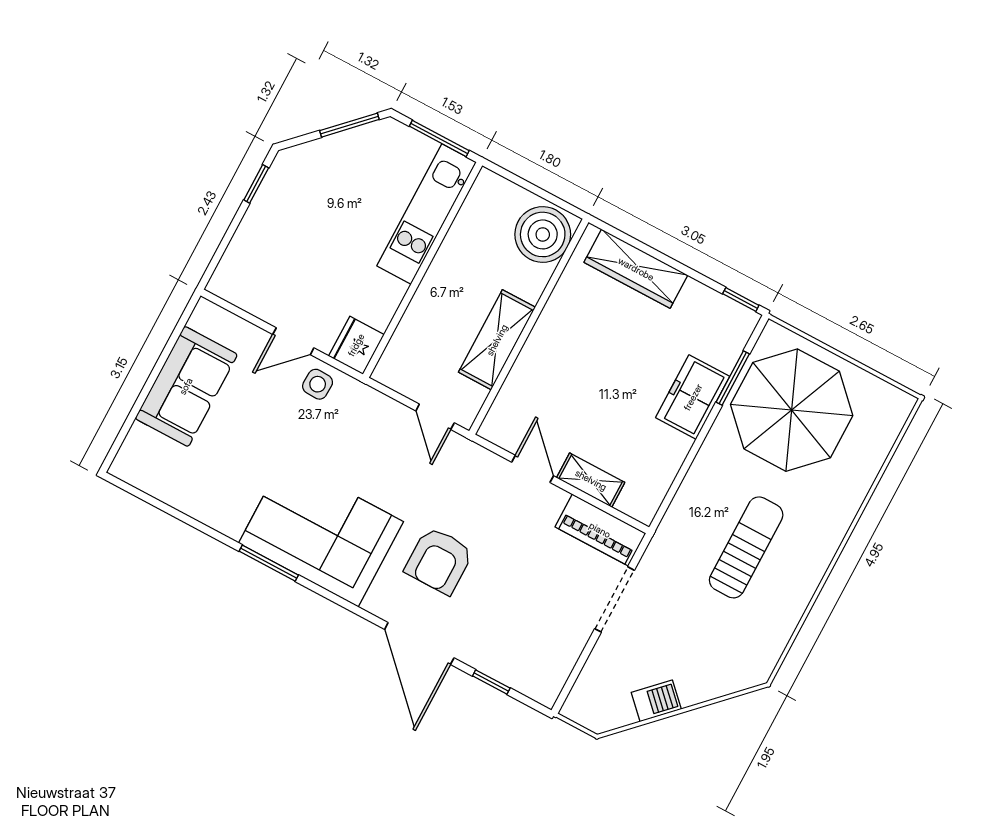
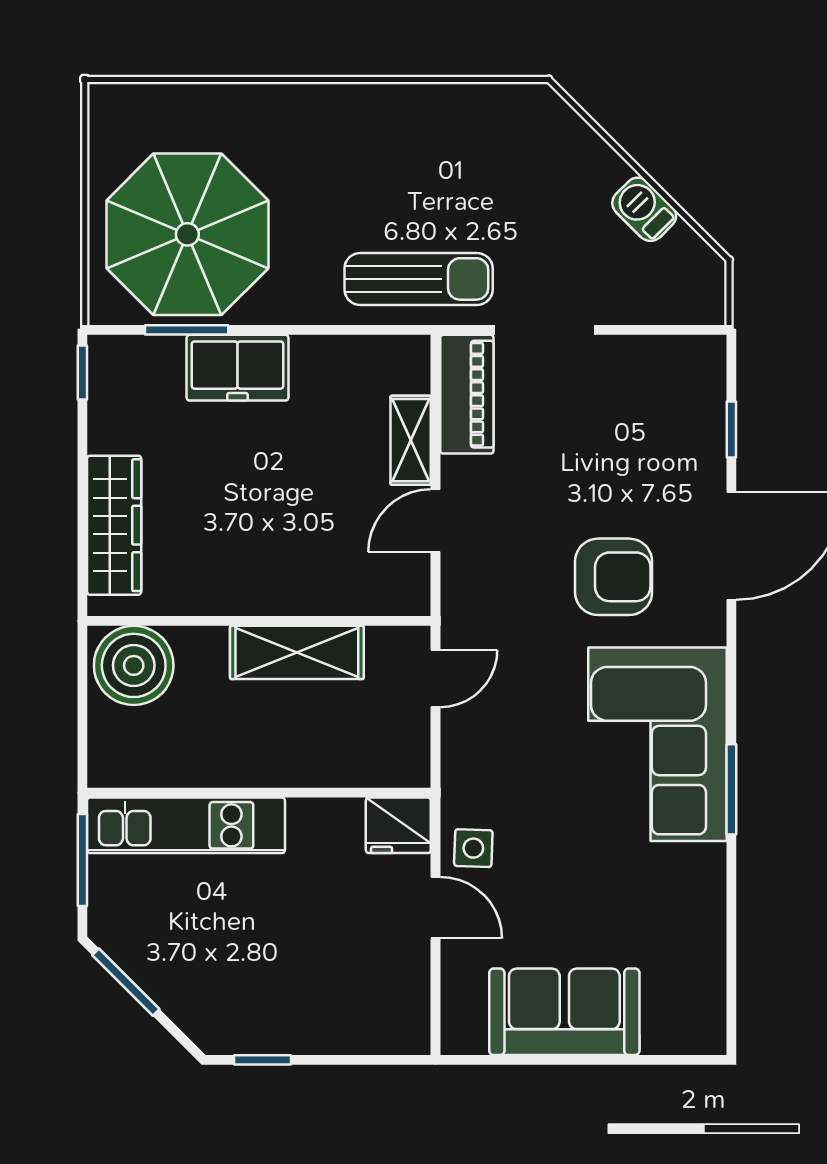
sun lounger: (746, 547) -> (419, 279), moved, turned 180

